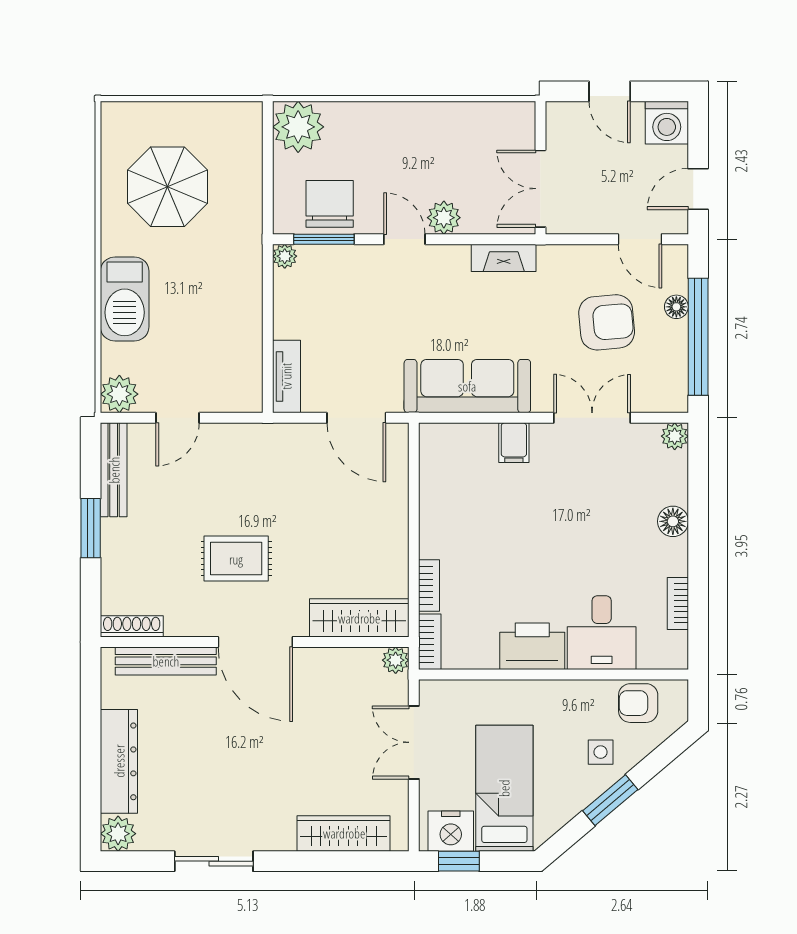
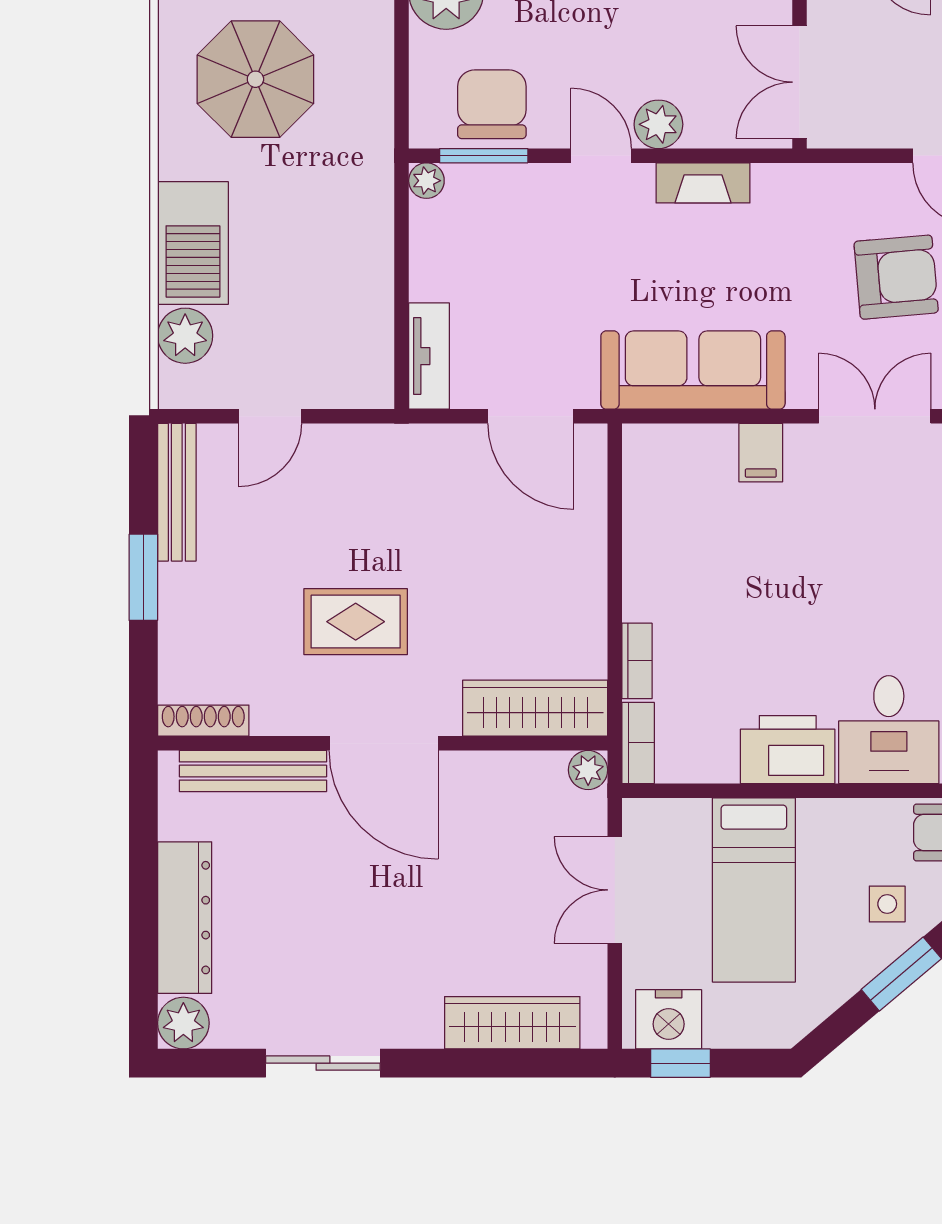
fireplace: (504, 258) -> (703, 183), moved
plant: (119, 394) -> (185, 336), moved
bed: (504, 788) -> (754, 890), moved, turned 180

